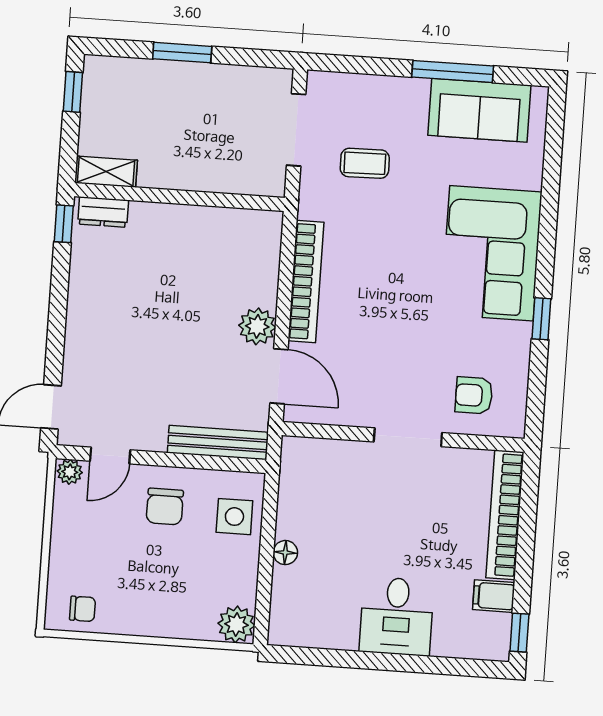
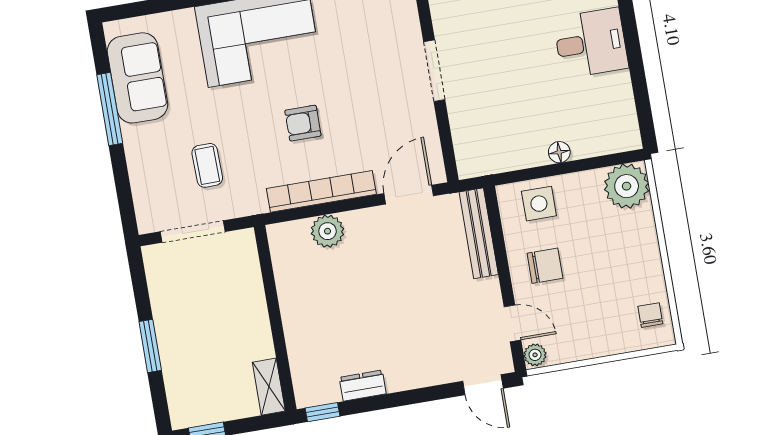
dresser: (103, 212) -> (363, 386), moved, turned -90
plant: (257, 326) -> (328, 231), moved
armchair: (474, 395) -> (303, 123), moved, turned 90
plant: (236, 624) -> (627, 186), width x1.36, depth x1.36

